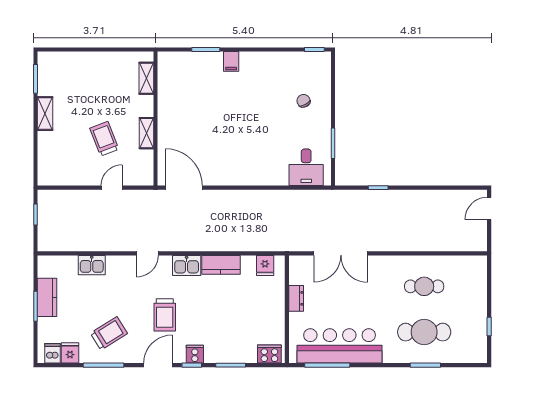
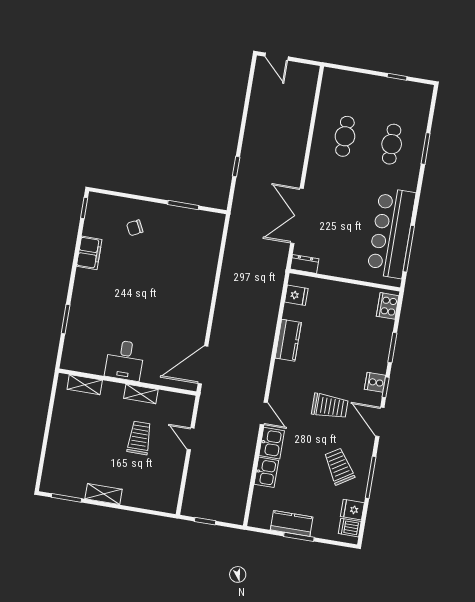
filing cabinet: (231, 61) -> (89, 253), moved, width x2.00
trolley: (104, 139) -> (139, 438), turned 111
desk: (306, 167) -> (125, 360), moved, turned 90
double door: (341, 253) -> (297, 216), swing flipped
kitchen sink: (187, 265) -> (272, 443), moved
dresser: (296, 298) -> (305, 264), moved
cafe table: (424, 332) -> (392, 144), width x0.73, depth x0.74

